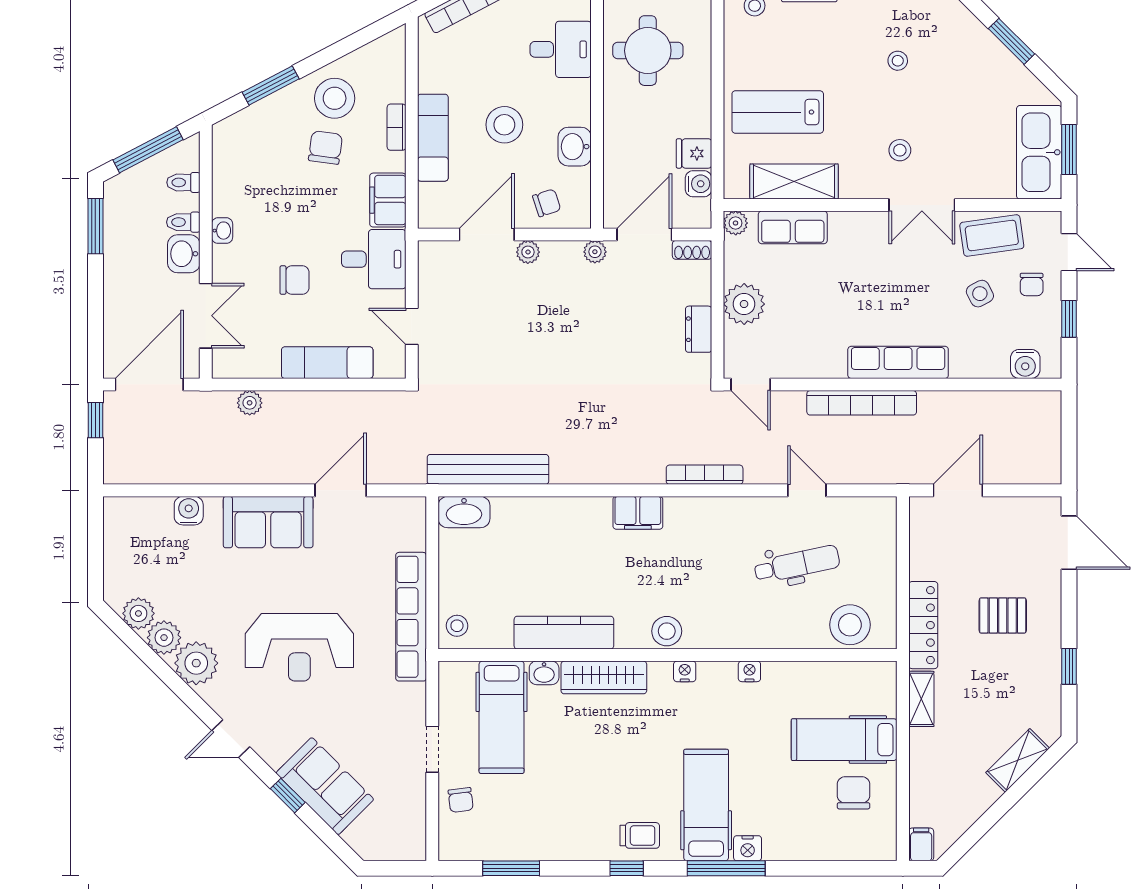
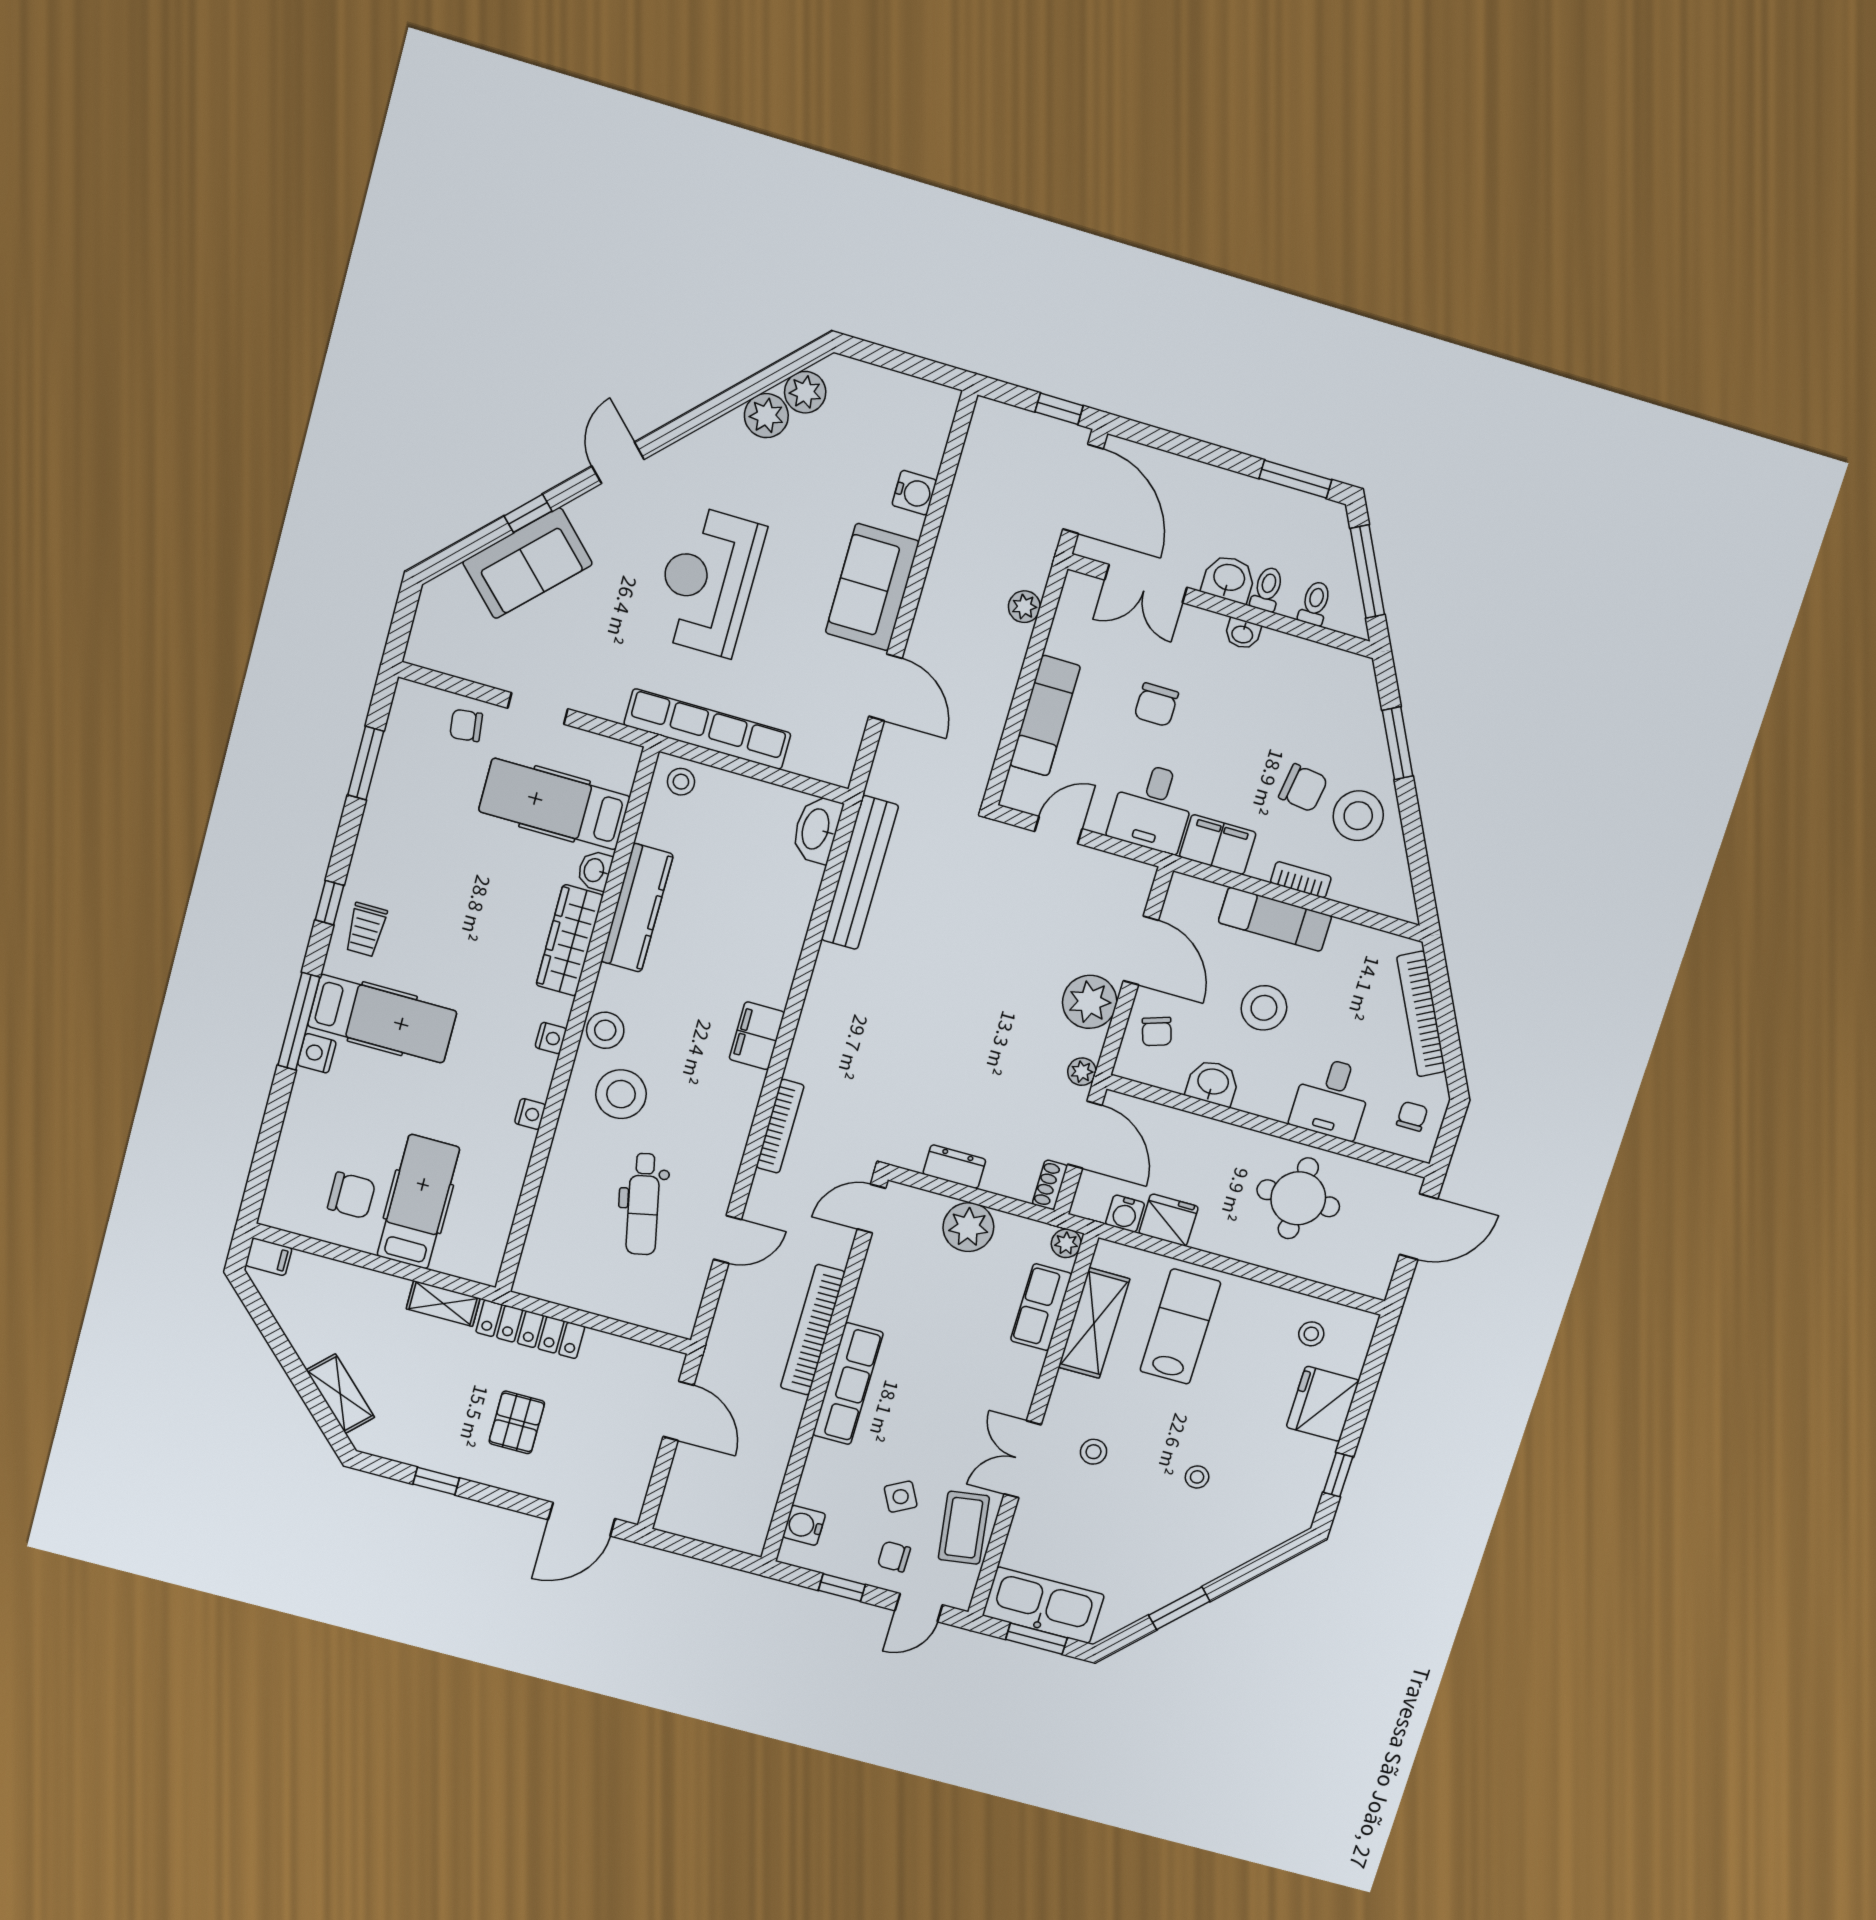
fridge: (694, 153) -> (1169, 1220), width x1.38
plant: (528, 252) -> (1090, 1002), width x1.88, depth x1.88
stool: (850, 625) -> (621, 1094), moved
plant: (196, 663) -> (723, 447), removed

